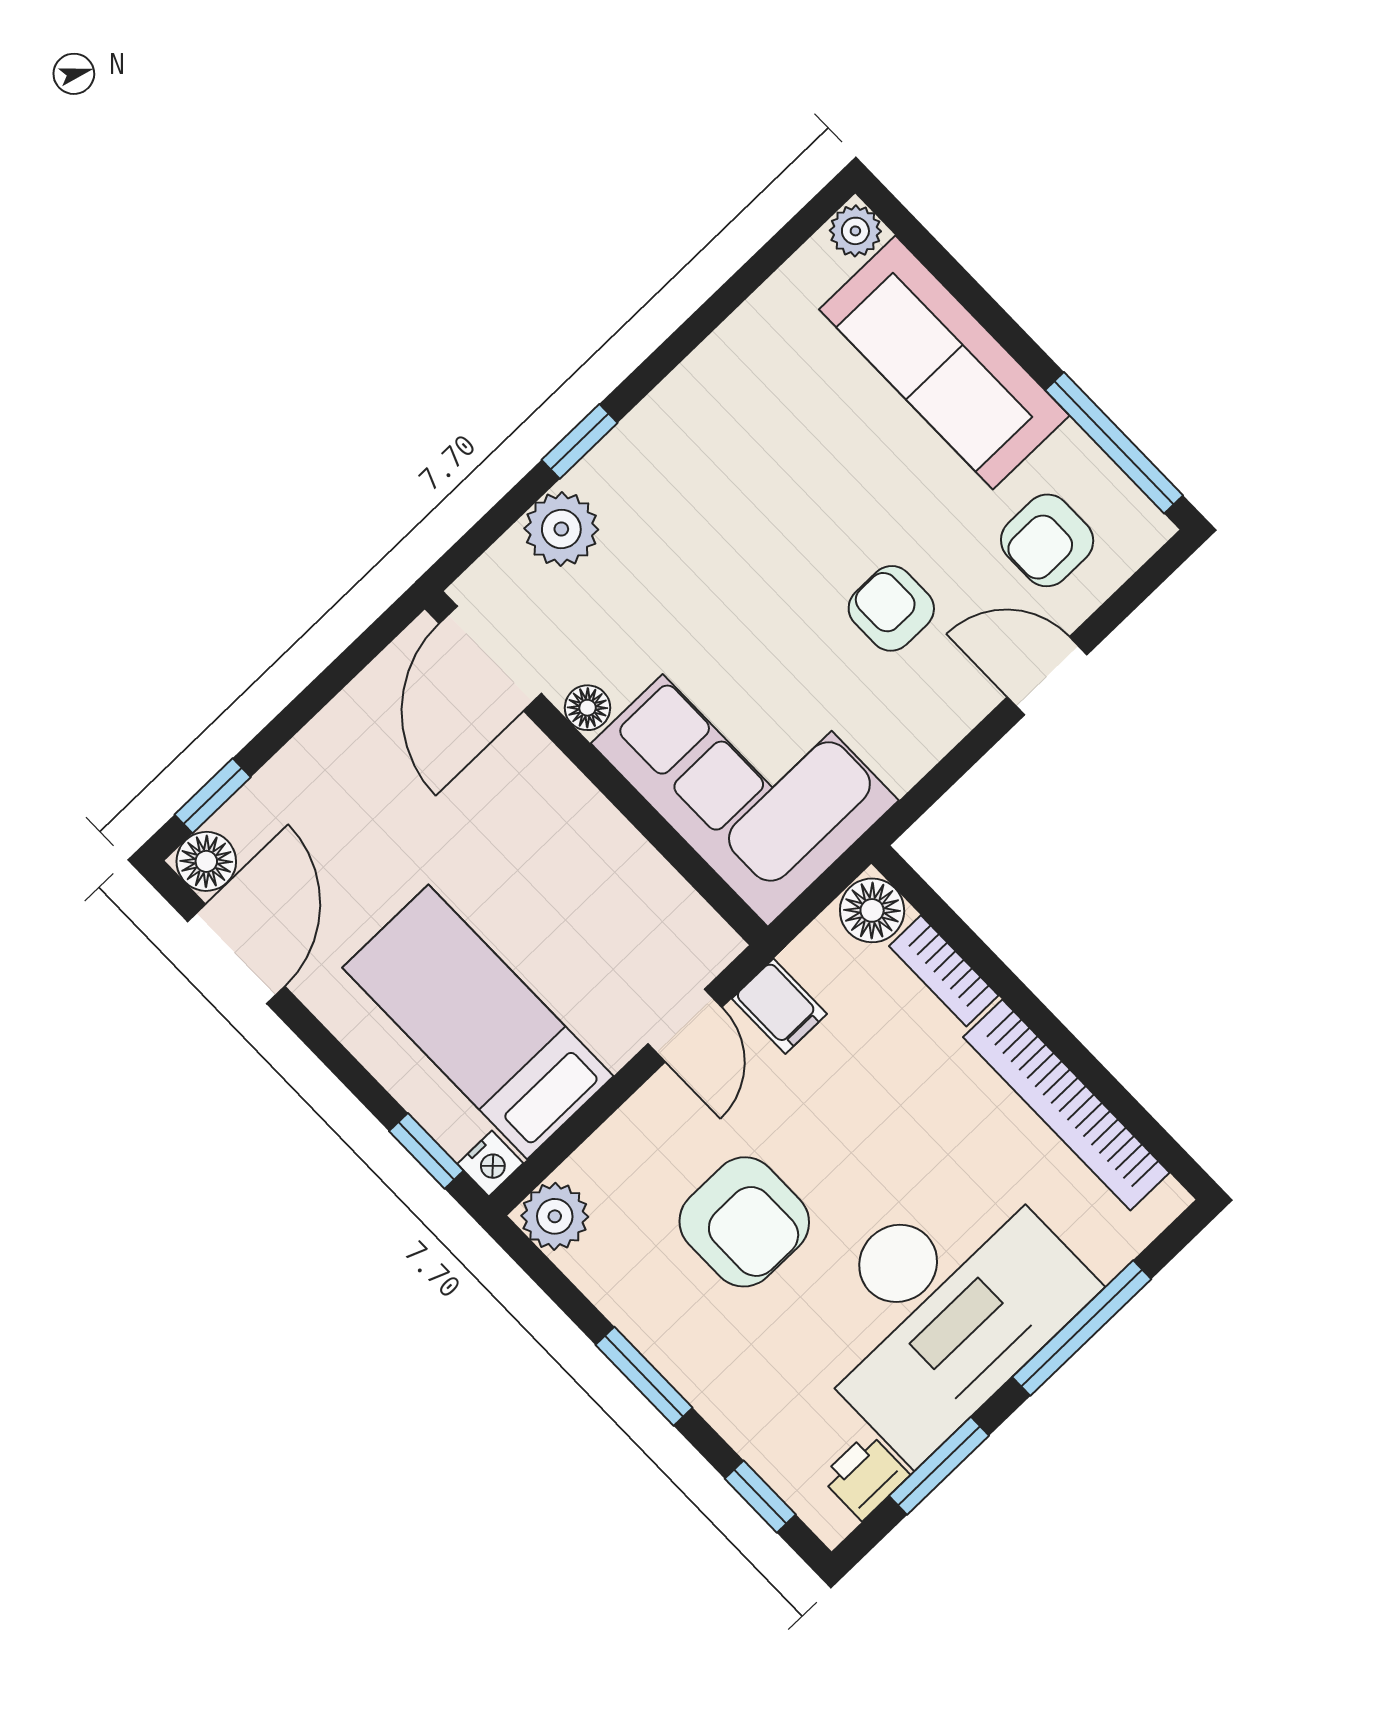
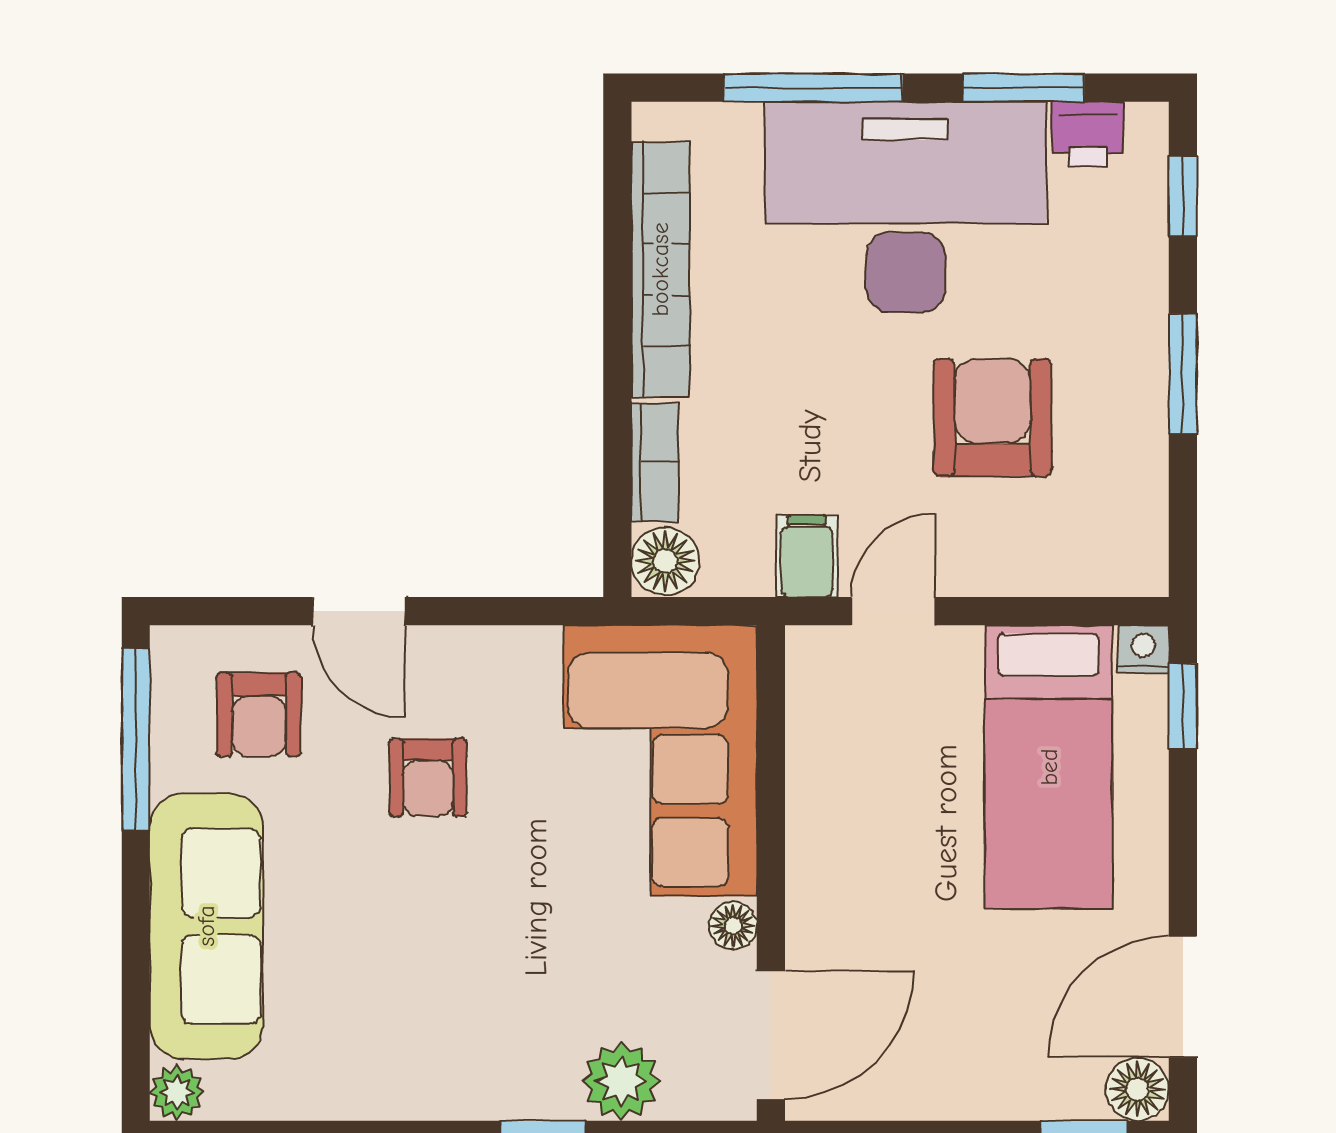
armchair: (1047, 540) -> (259, 714), turned 90
plant: (555, 1216) -> (1133, 561), removed

